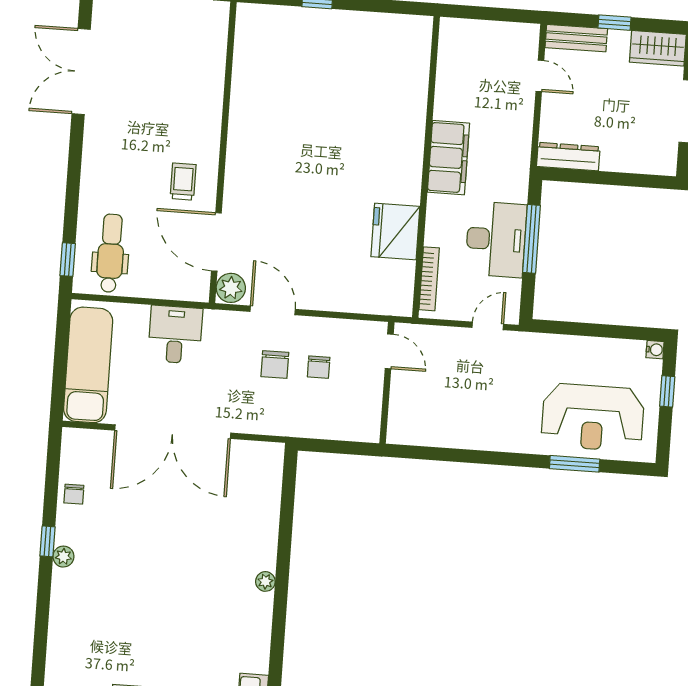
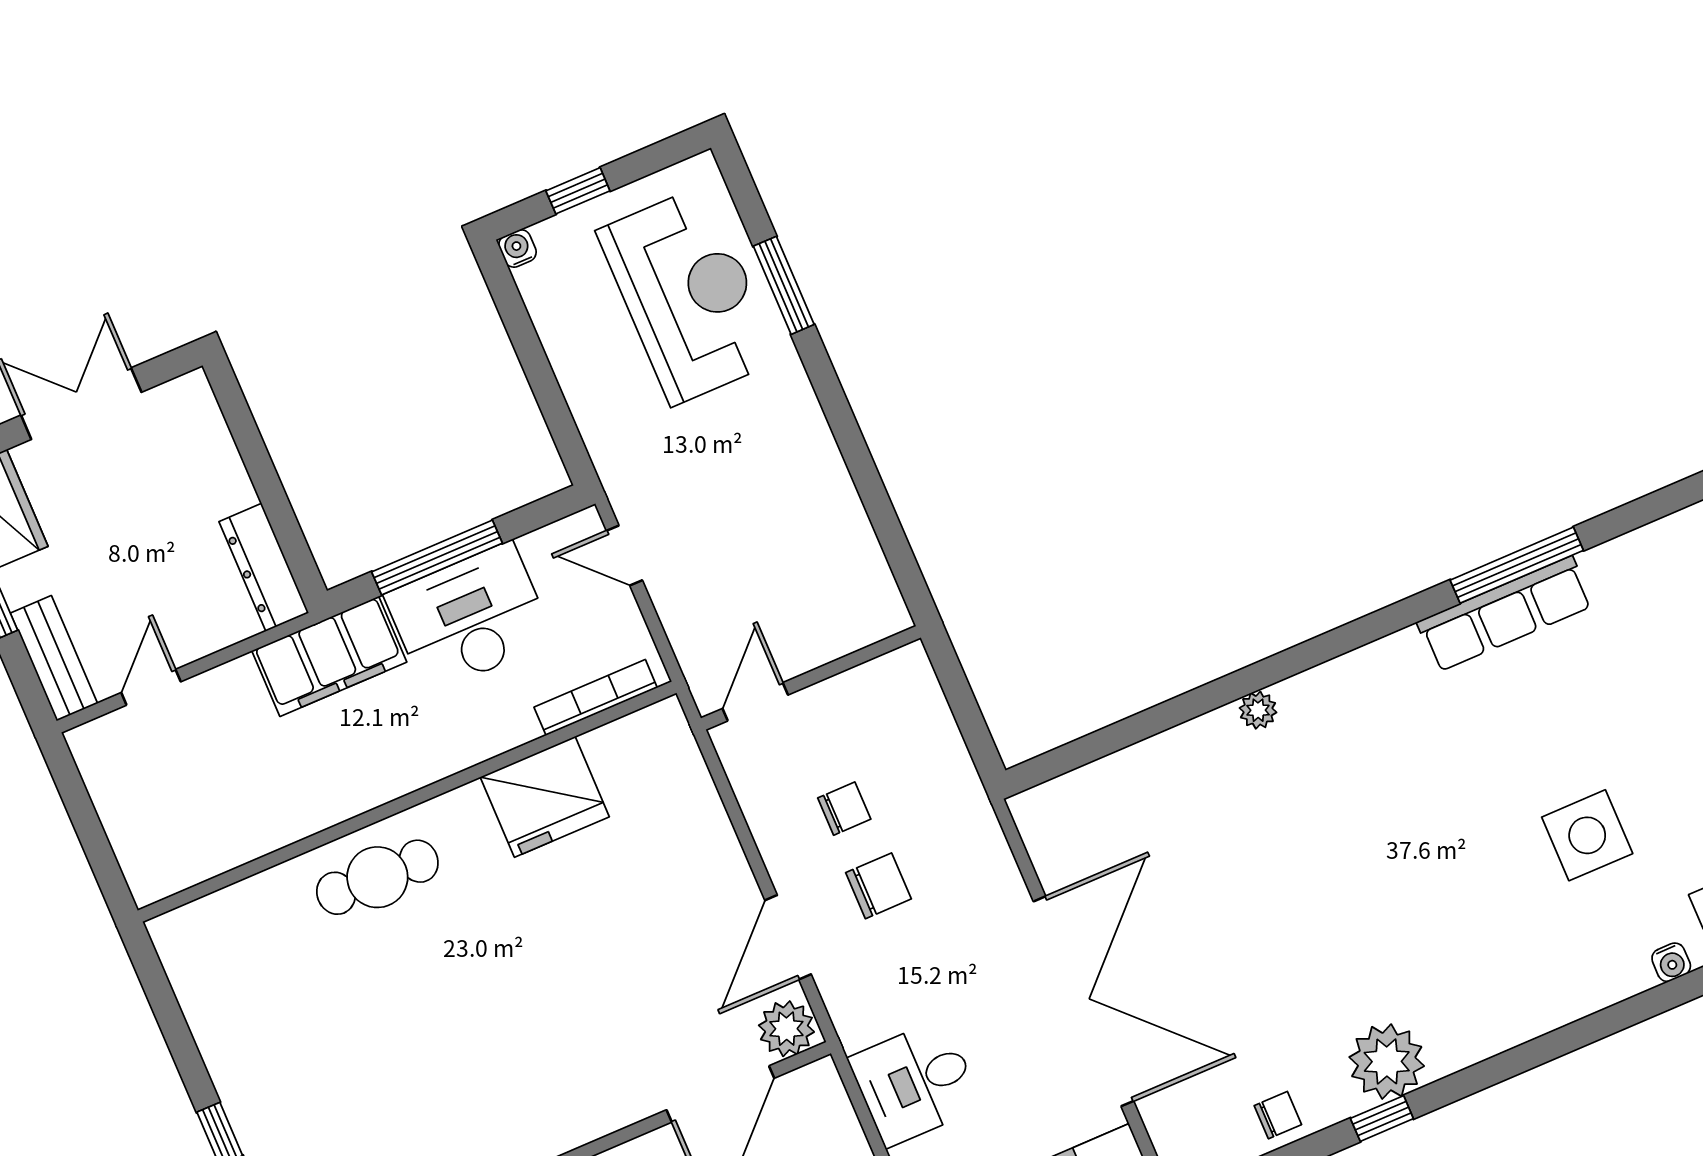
cafe table: (398, 135) -> (377, 877), added
filing cabinet: (448, 158) -> (329, 656), moved, turned 180
plant: (63, 557) -> (1387, 1062), width x1.87, depth x1.87

